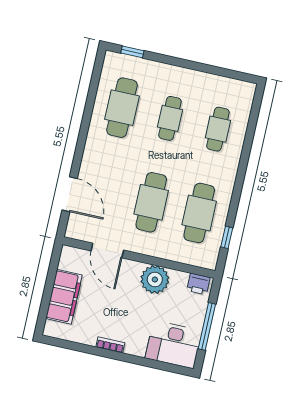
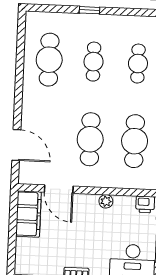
window: (132, 52) -> (89, 10), moved
plant: (155, 279) -> (106, 201), width x0.53, depth x0.53
filing cabinet: (64, 297) -> (28, 214), moved

